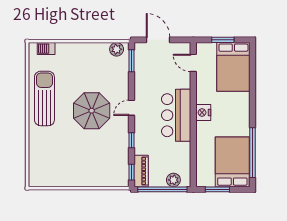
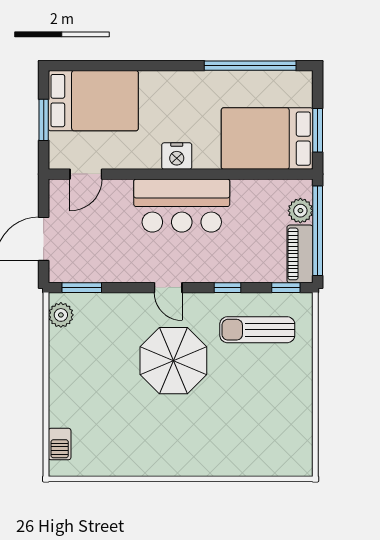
sun lounger: (44, 98) -> (257, 330), moved, width x0.73, depth x0.75
bed: (232, 162) -> (267, 139), moved
piano: (141, 171) -> (300, 254), moved, turned -90

